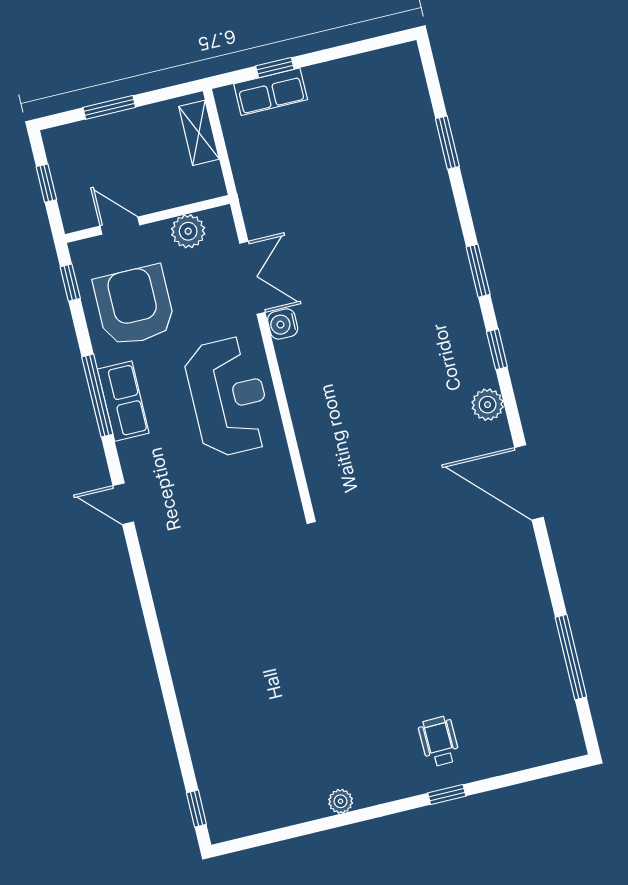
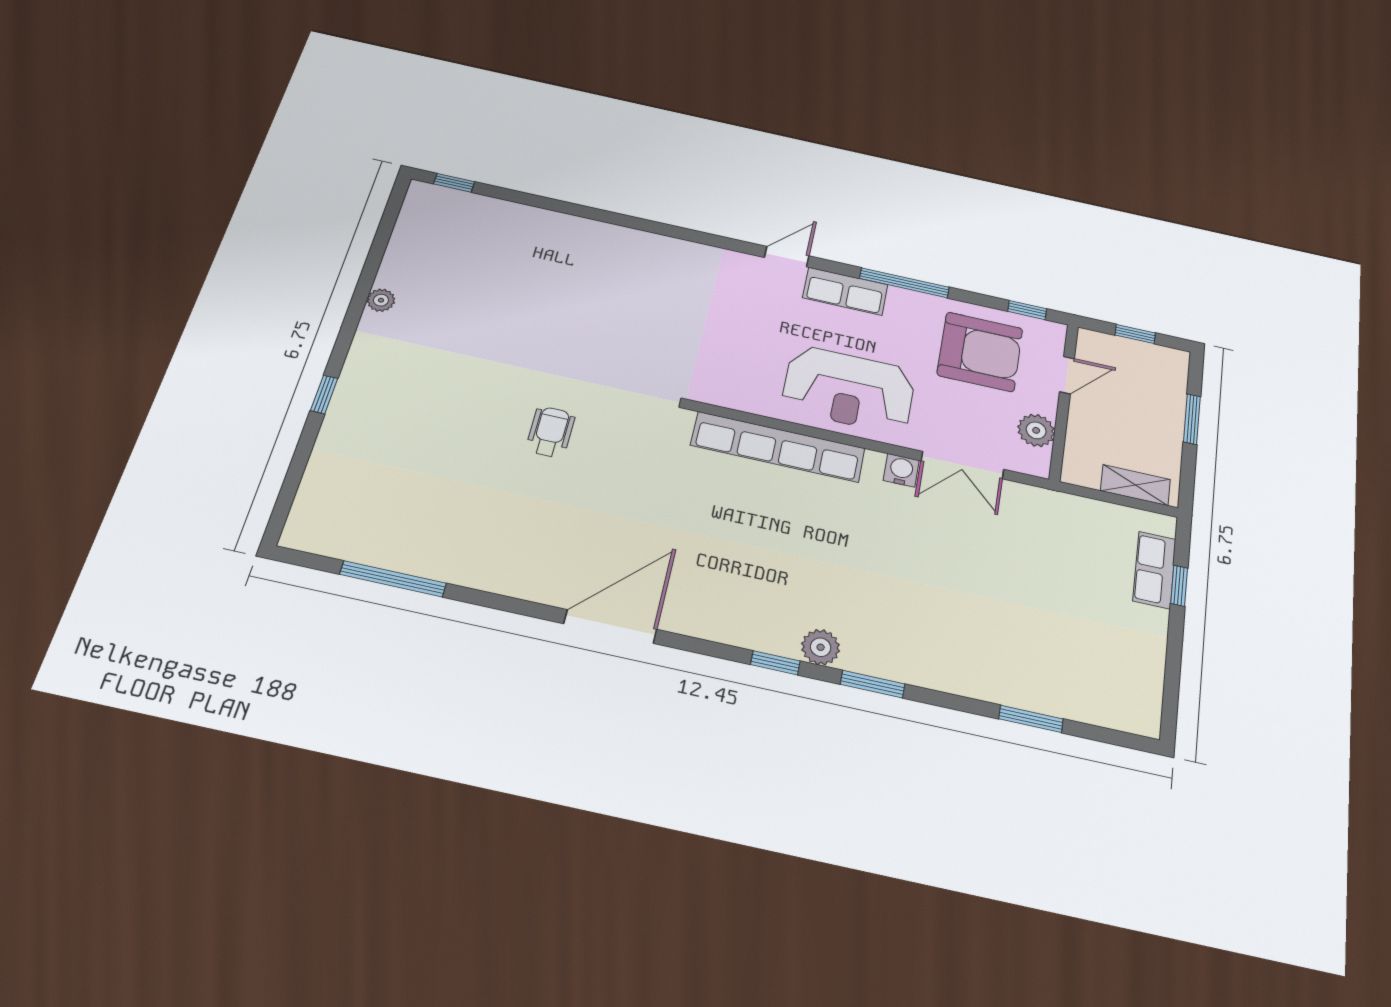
row of seats: (123, 401) -> (845, 291), moved
plant: (488, 405) -> (821, 647), moved
row of seats: (312, 429) -> (778, 447), added
wheelchair: (439, 741) -> (551, 432), moved, turned -89

